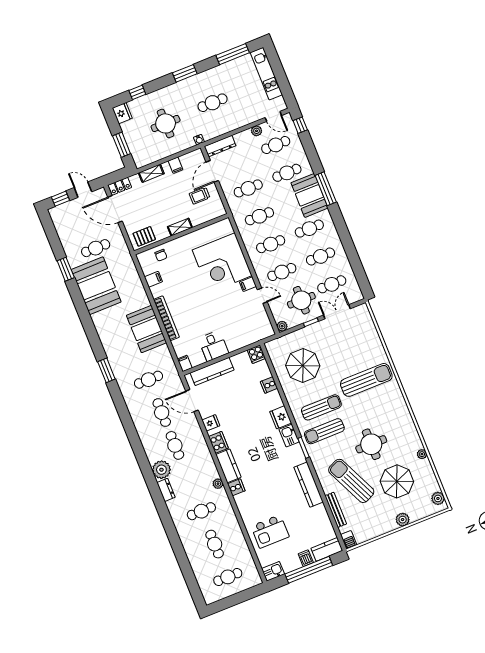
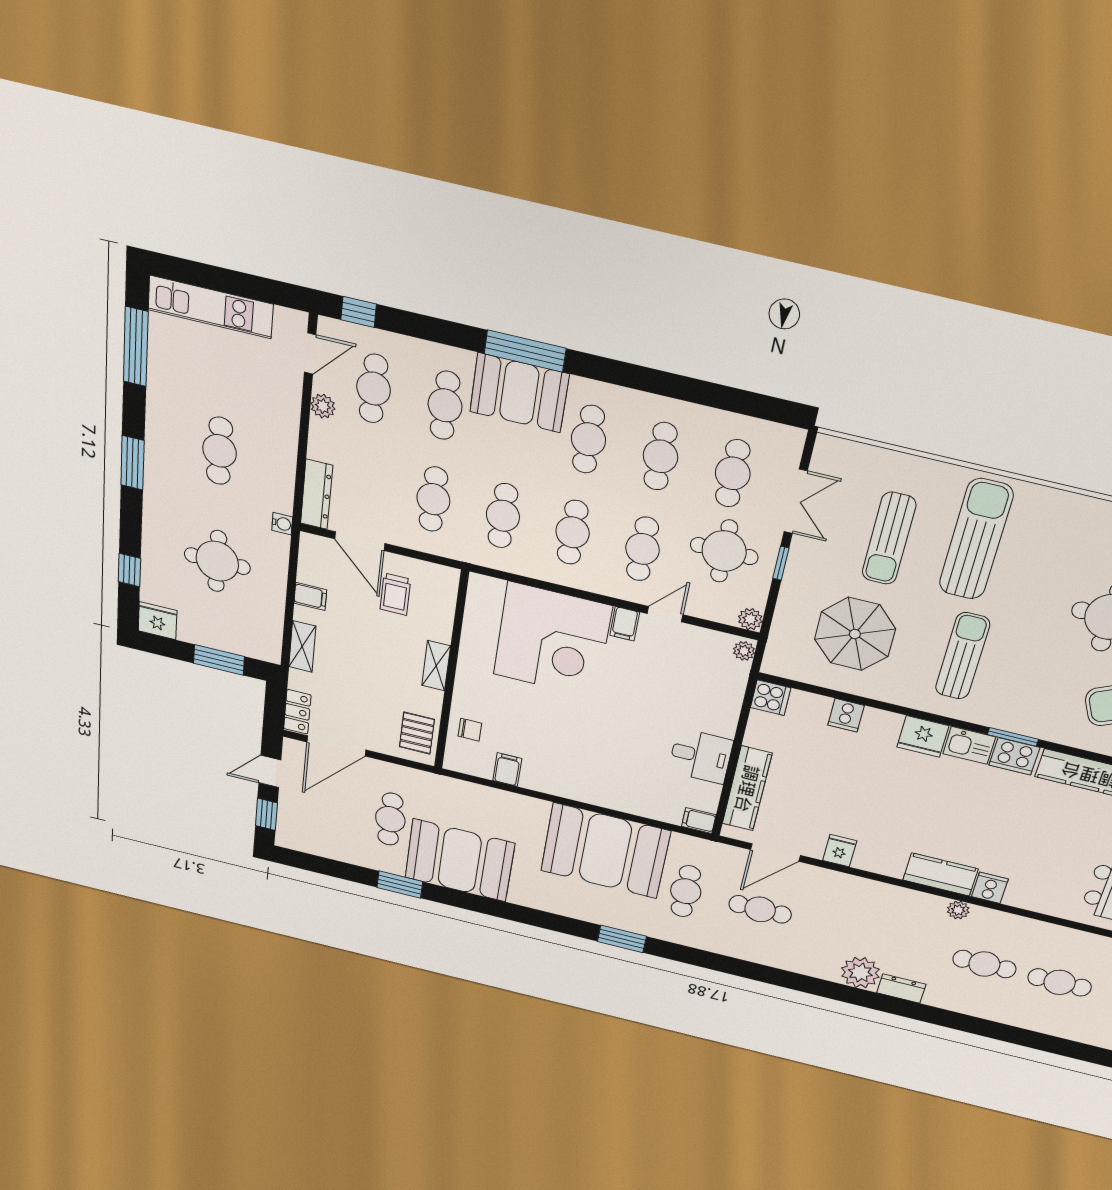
double door: (337, 312) -> (796, 501), swing flipped
bookcase: (166, 318) -> (594, 795), removed
booth: (147, 329) -> (605, 851), width x1.36, depth x1.42
plant: (268, 332) -> (744, 651), added
sun lounger: (324, 431) -> (889, 539), moved
cooker: (218, 442) -> (1014, 756), moved, turned 180
cafe table: (175, 445) -> (835, 928), removed
cafe table: (201, 511) -> (984, 964), turned 90

